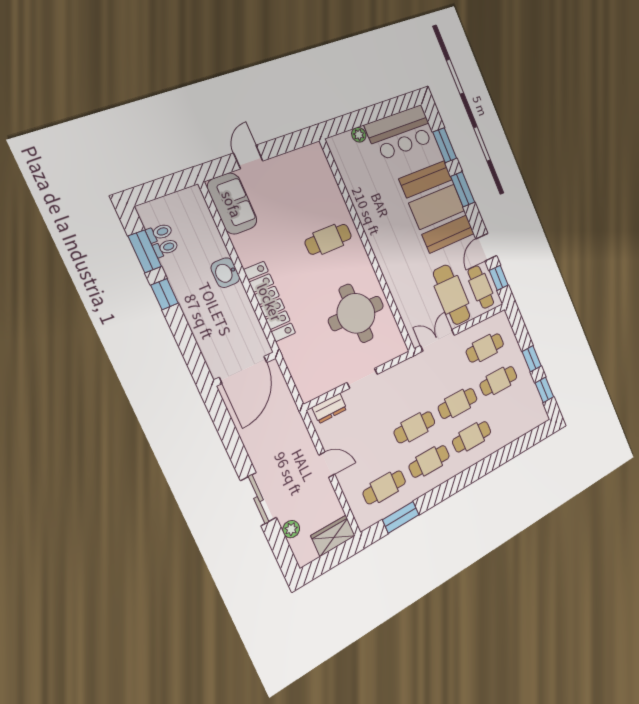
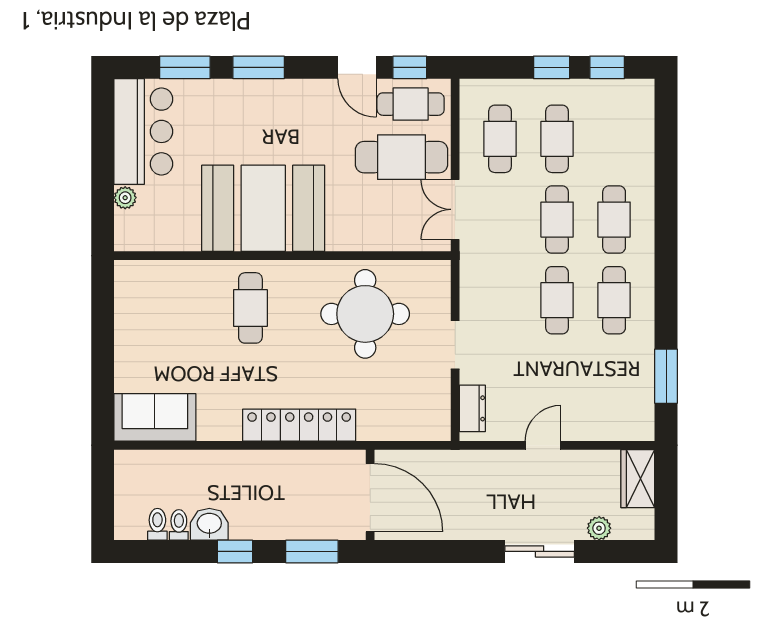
door: (248, 157) -> (103, 369), removed
booth: (437, 207) -> (263, 208), moved
window: (145, 251) -> (312, 551), moved
washbasin: (225, 273) -> (209, 524), moved, turned 180
cafe table: (384, 487) -> (614, 381), removed

